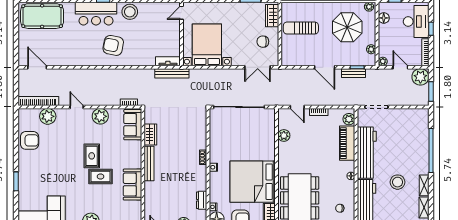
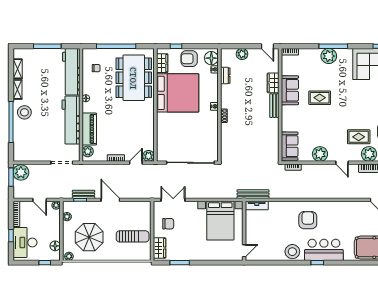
armchair: (113, 45) -> (308, 220), turned -101
plant: (420, 77) -> (21, 172), moved
door: (297, 107) -> (136, 163), hinge flipped
wardrobe: (150, 134) -> (273, 83), moved
plant: (284, 135) -> (148, 156), moved
rug: (92, 156) -> (359, 137), moved, turned 90
bench: (149, 163) -> (274, 106), width x0.73
stool: (398, 182) -> (24, 112), moved

